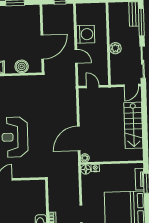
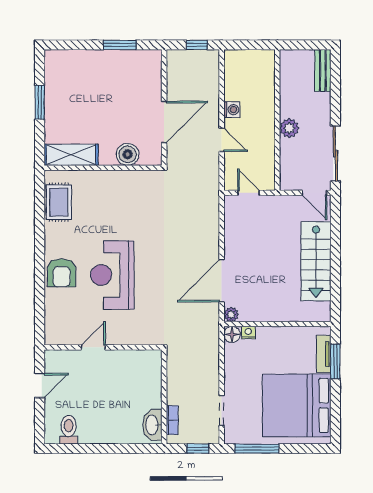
window: (141, 22) -> (335, 85), removed
washing machine: (86, 34) -> (232, 110), width x0.53, depth x0.53
door: (131, 85) -> (315, 193), hinge flipped

